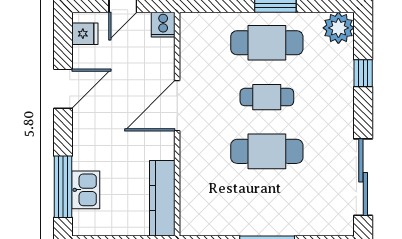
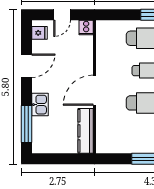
door: (177, 106) -> (95, 90), moved
kitchen sink: (86, 190) -> (40, 105), moved

